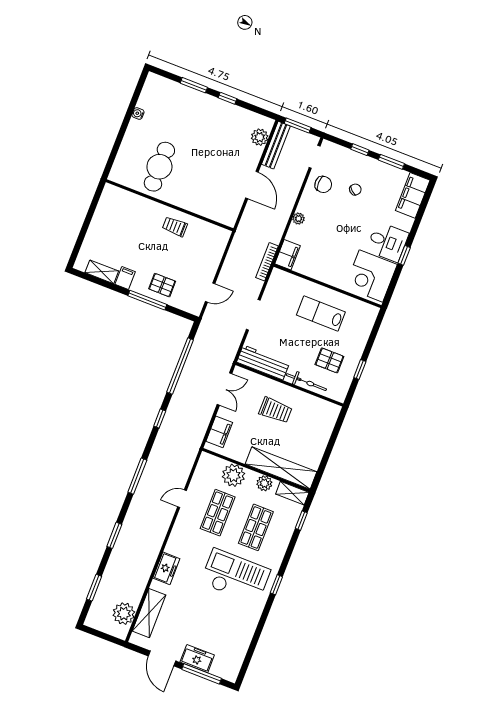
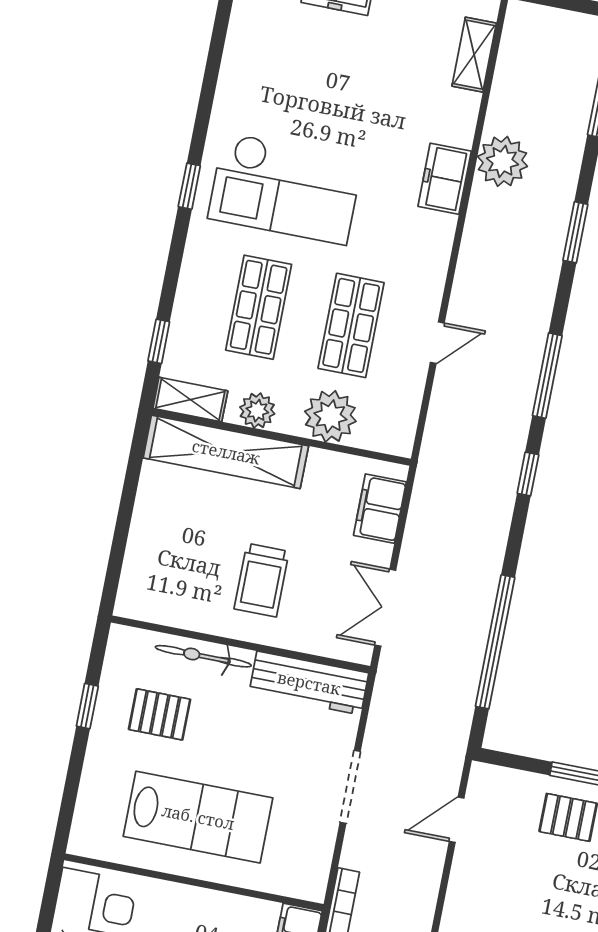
lab bench: (321, 313) -> (198, 817), width x1.36, depth x1.39
trolley: (275, 410) -> (262, 580), turned -90
window: (160, 418) -> (528, 474), moved
shelving: (149, 613) -> (474, 55), width x0.67, depth x0.75
plant: (124, 614) -> (502, 161), moved

